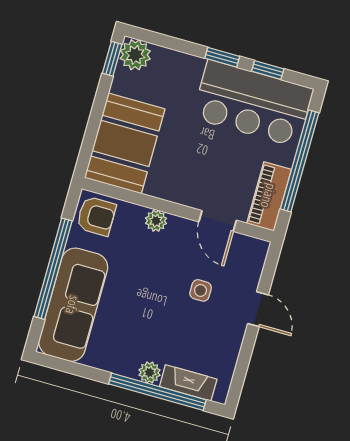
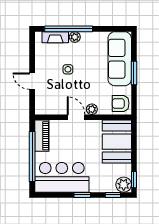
window: (268, 70) -> (113, 195), moved
door: (218, 221) -> (76, 117), moved
window: (53, 269) -> (134, 73), width x0.47
side table: (201, 290) -> (68, 69), moved

